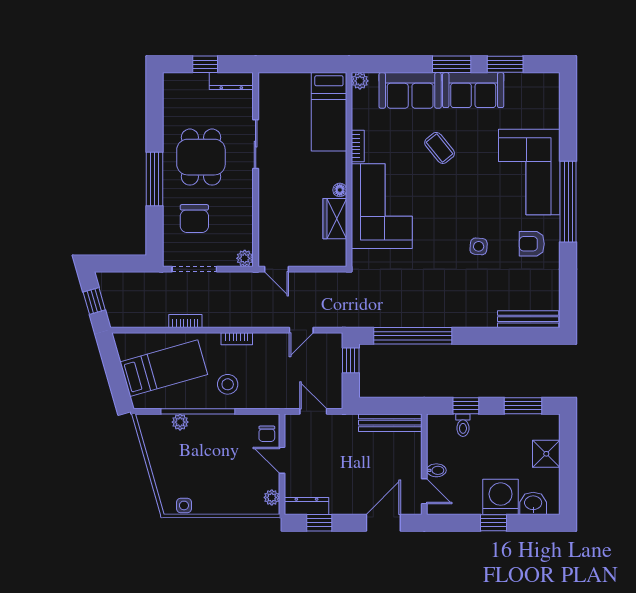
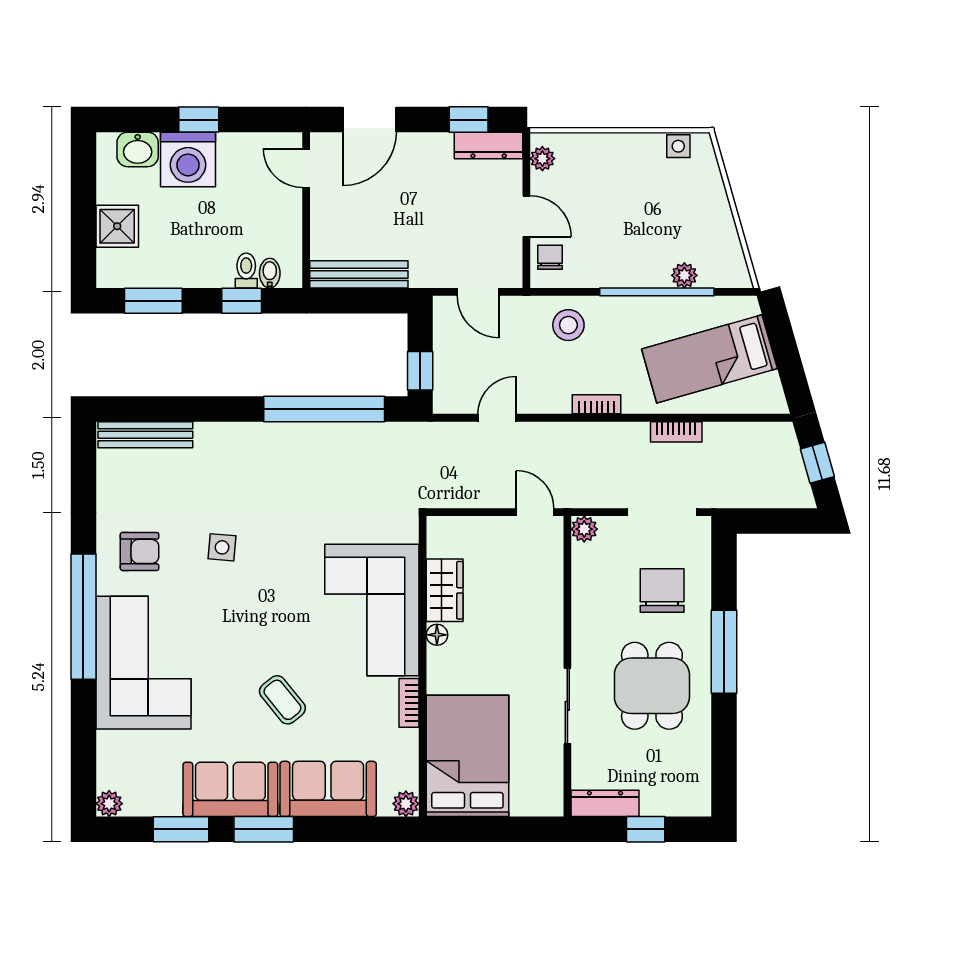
plant: (551, 81) -> (109, 804), added
bed: (329, 112) -> (467, 756), width x1.50
stool: (228, 384) -> (568, 325), moved
bidet: (436, 470) -> (270, 273), moved, turned 90

